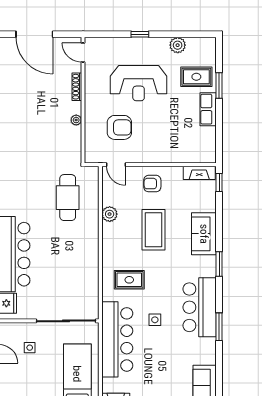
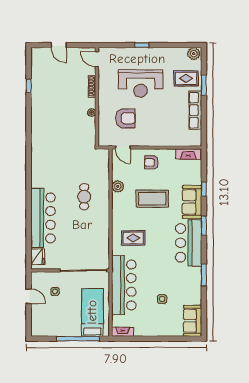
door: (34, 34) -> (59, 45), width x0.53
plant: (178, 45) -> (194, 54), moved
row of seats: (208, 109) -> (195, 110), width x1.48
window: (219, 182) -> (204, 189), moved
cafe table: (68, 198) -> (84, 197), moved, width x0.73, depth x0.74
coffee table: (153, 230) -> (152, 199), turned 90
bar counter: (200, 307) -> (189, 243), moved
side table: (155, 320) -> (162, 299), moved

